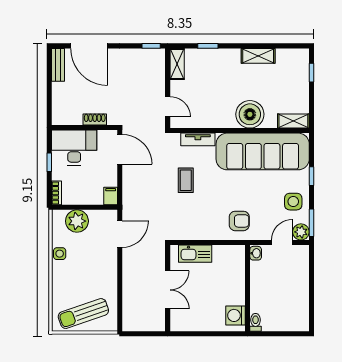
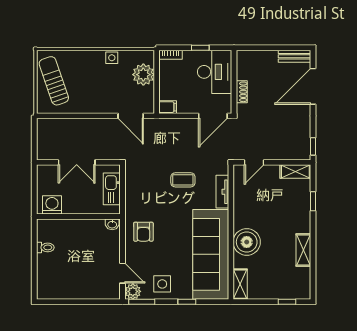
washbasin: (256, 253) -> (112, 224), moved
wall: (248, 288) -> (78, 217), moved
washing machine: (236, 315) -> (52, 205), moved

